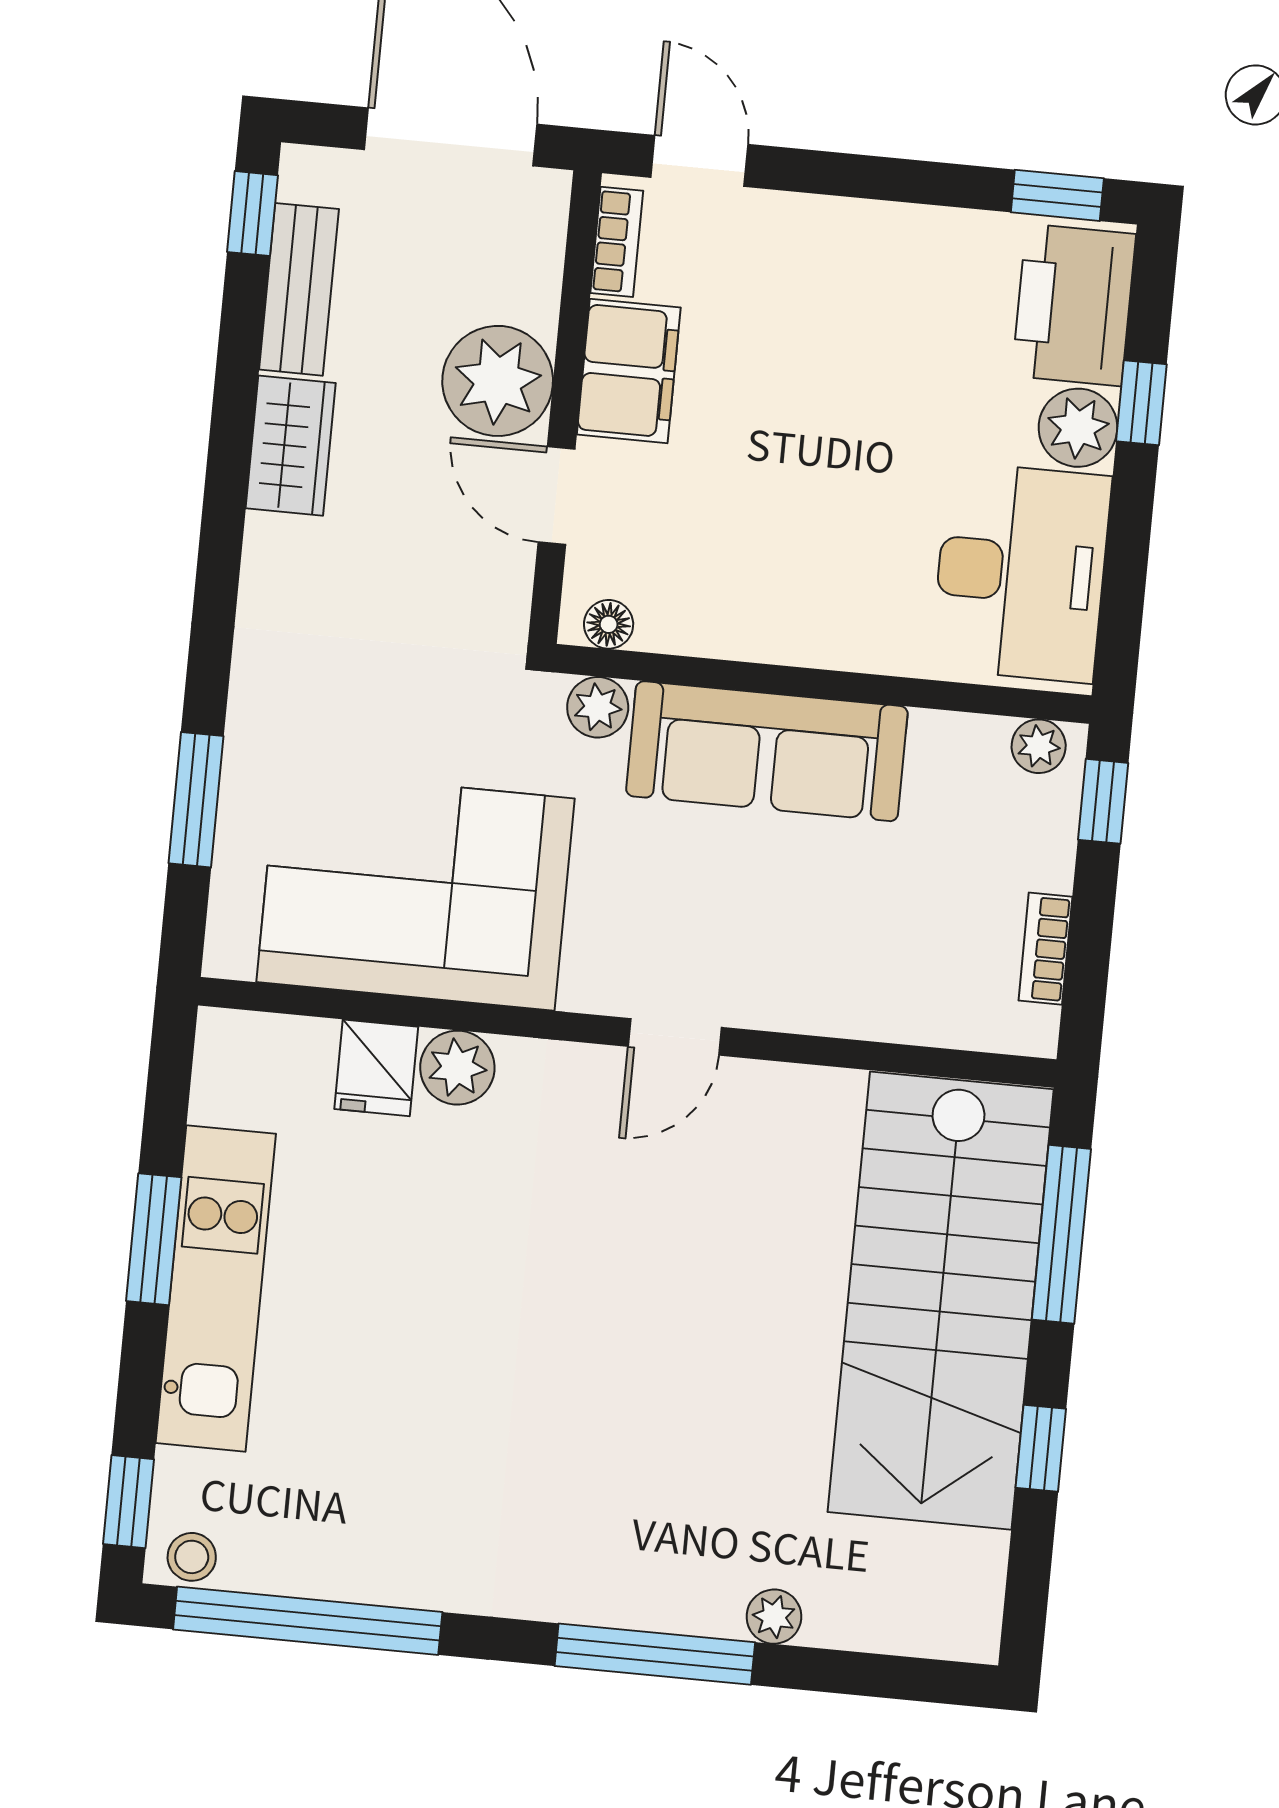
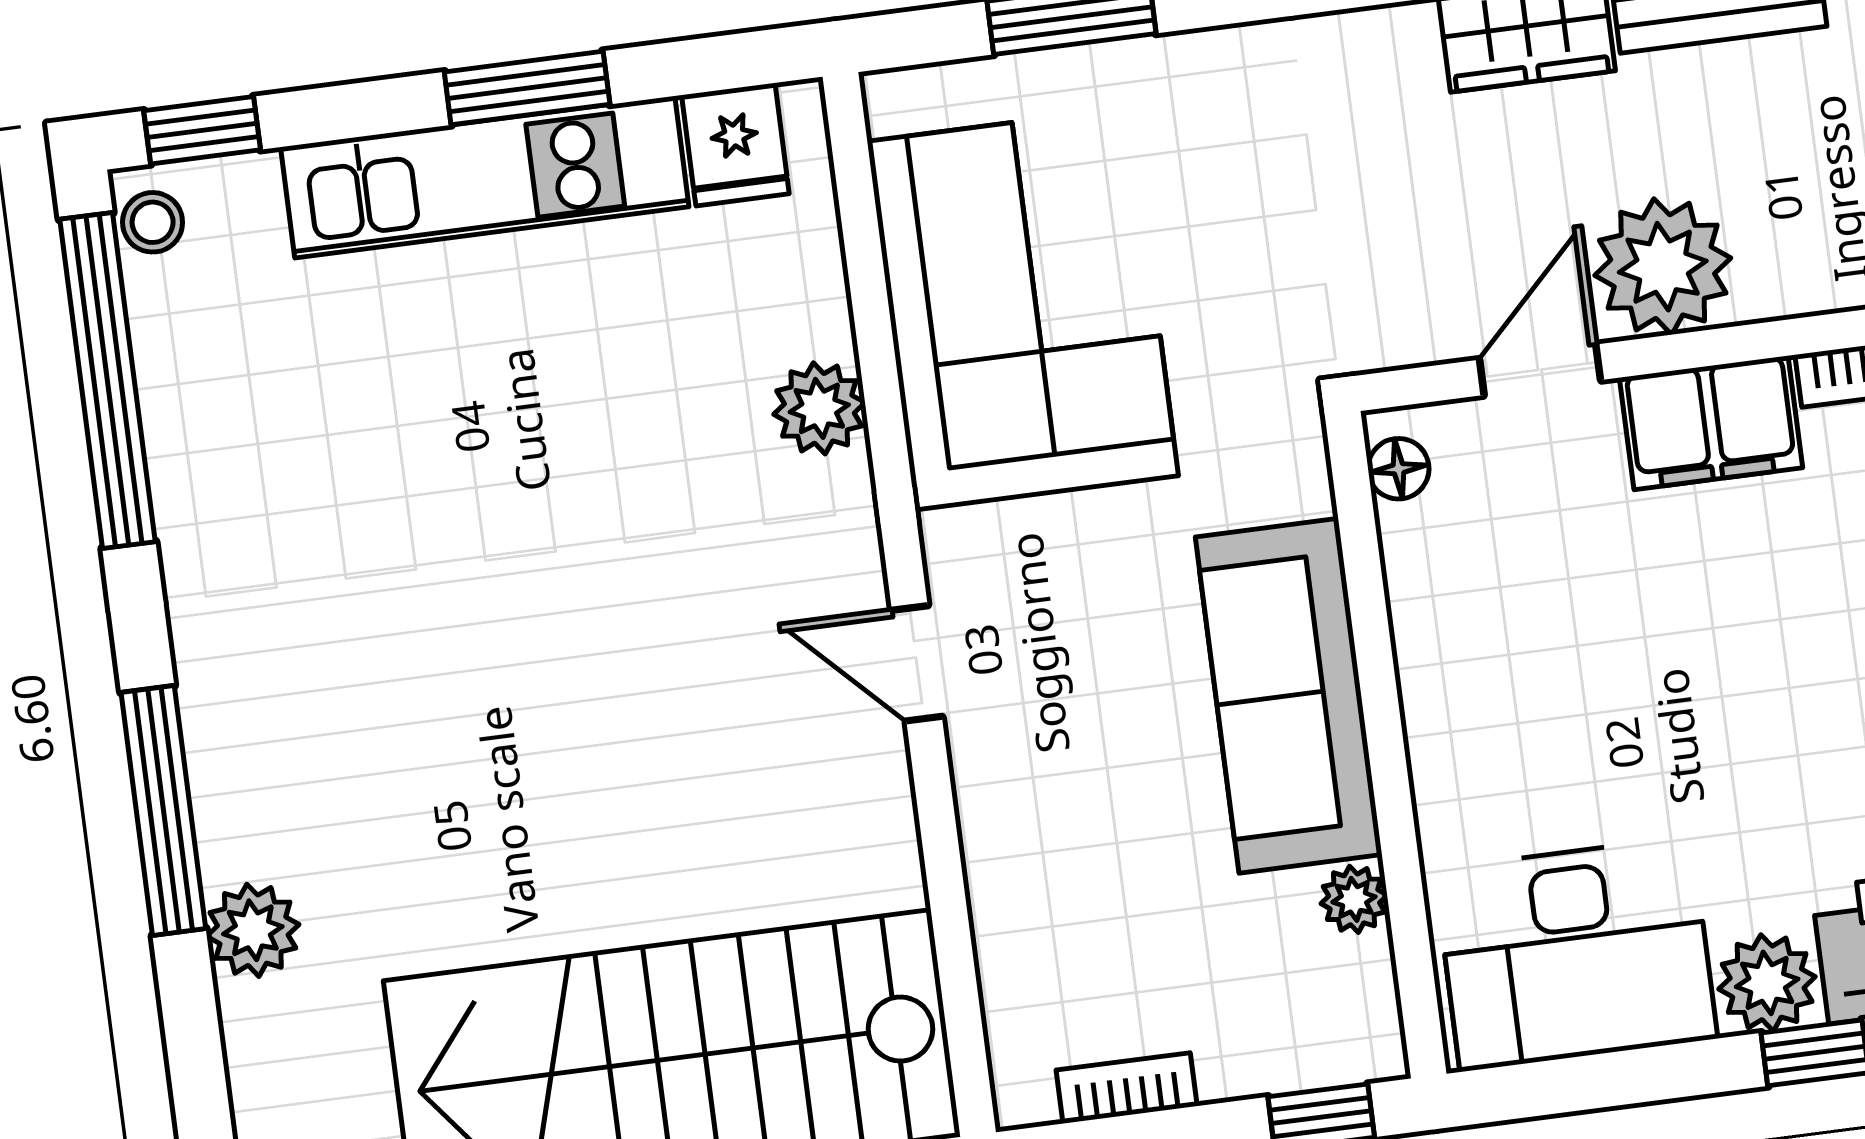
plant: (598, 707) -> (1295, 478), removed
plant: (1039, 746) -> (1354, 899), moved
fridge: (376, 1068) -> (735, 144), moved, turned -90
plant: (774, 1617) -> (253, 930), width x1.38, depth x1.38

